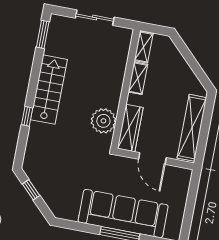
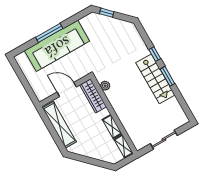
window: (43, 34) -> (167, 76), moved
plant: (103, 121) -> (105, 86), width x0.53, depth x0.53
window: (31, 190) -> (107, 13), moved

